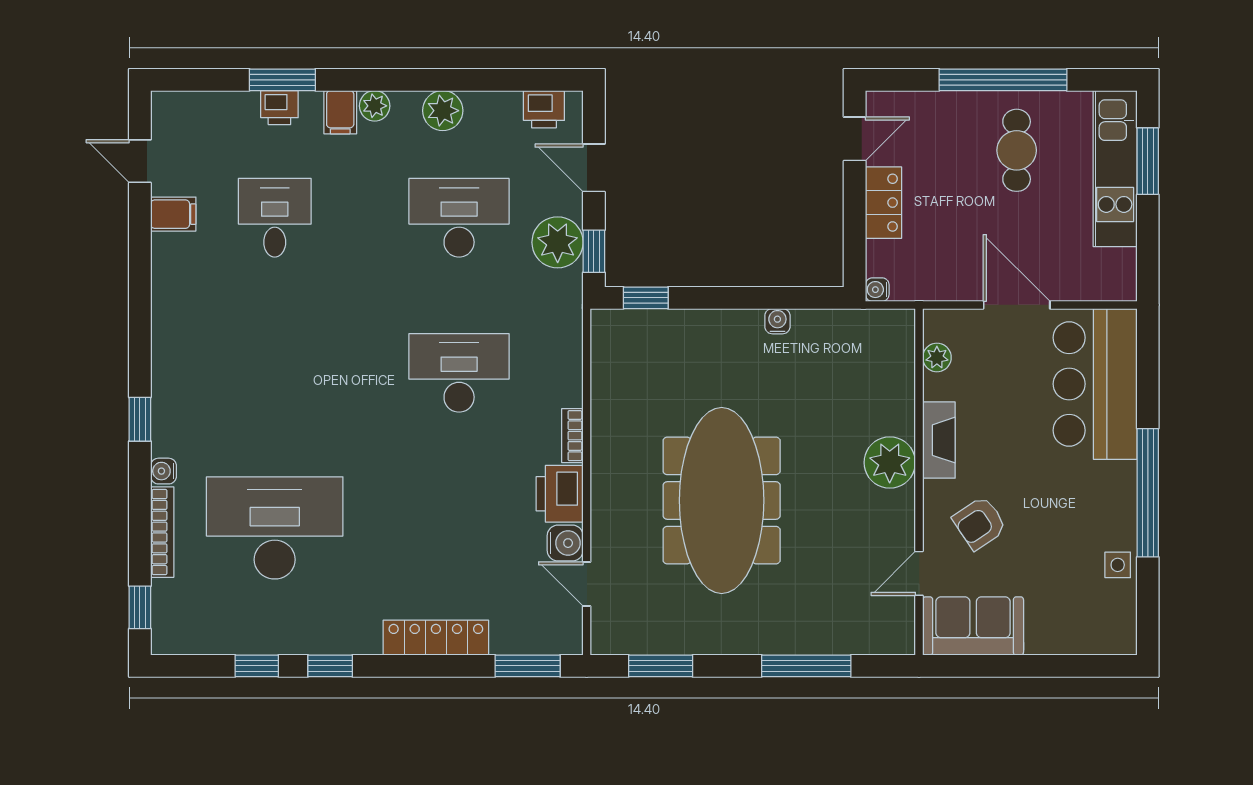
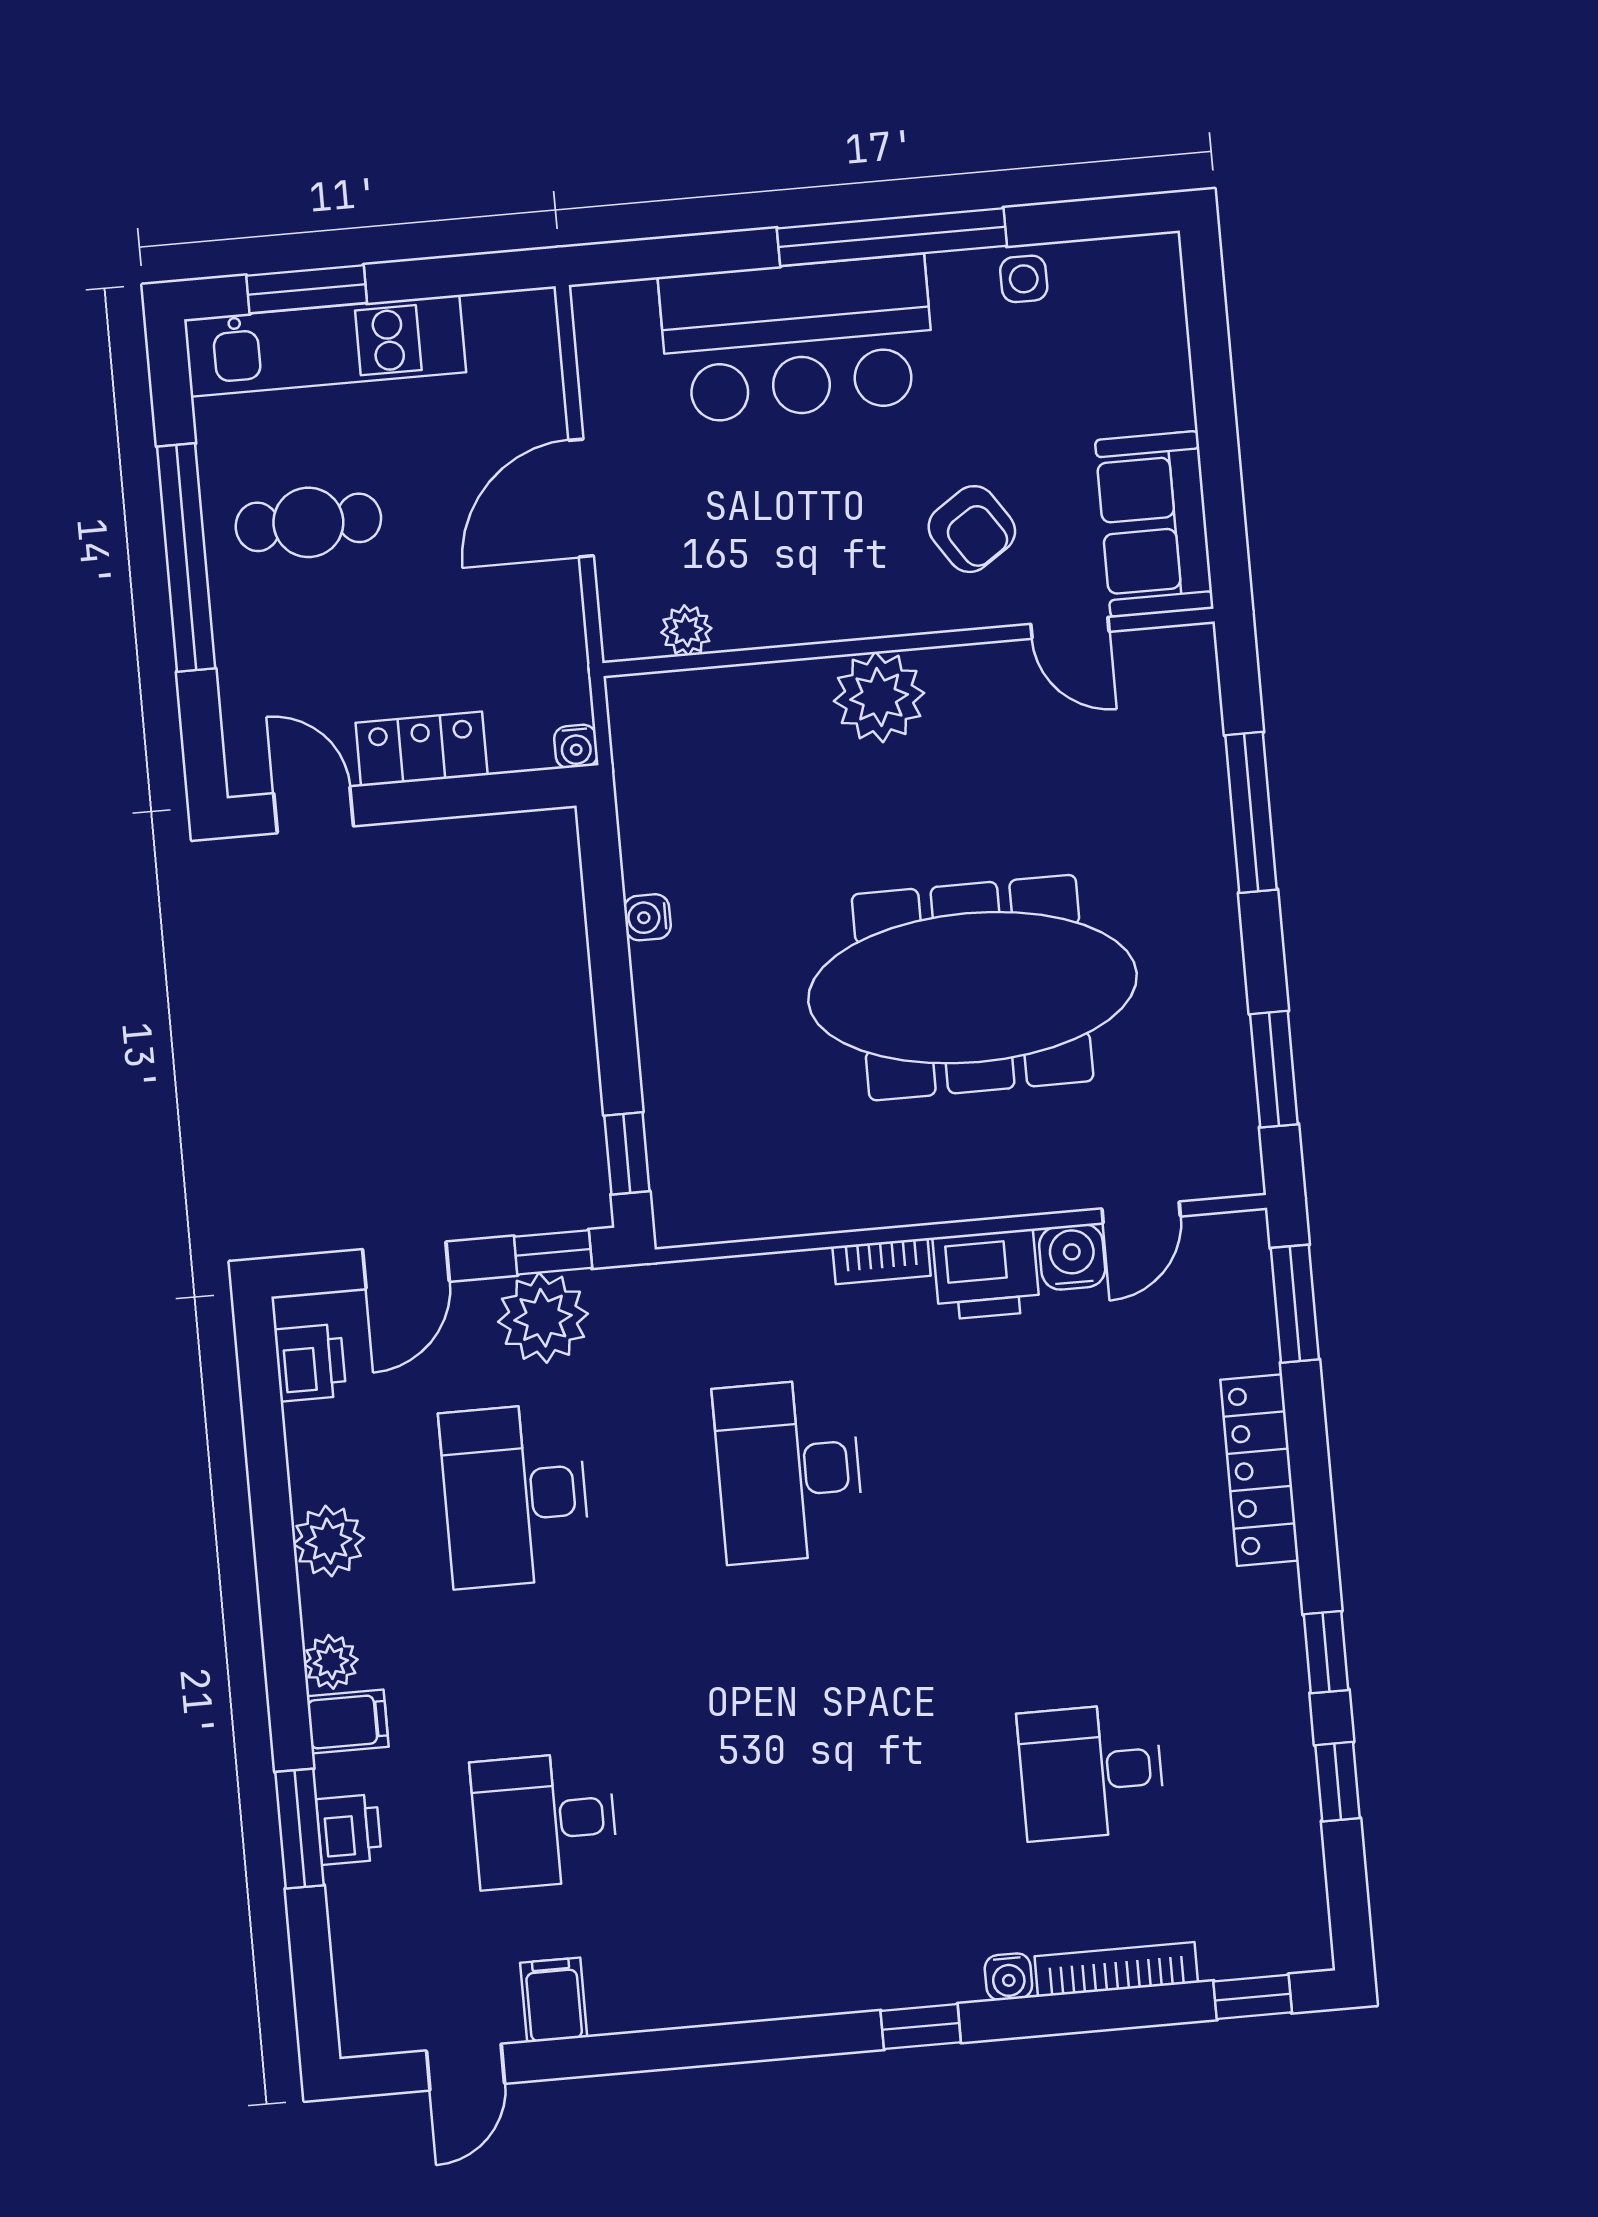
bar counter: (1095, 384) -> (797, 339), moved
fireplace: (939, 440) -> (832, 614), removed
desk: (275, 528) -> (1091, 1772), width x0.53, depth x0.77

